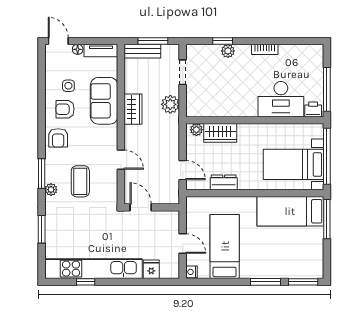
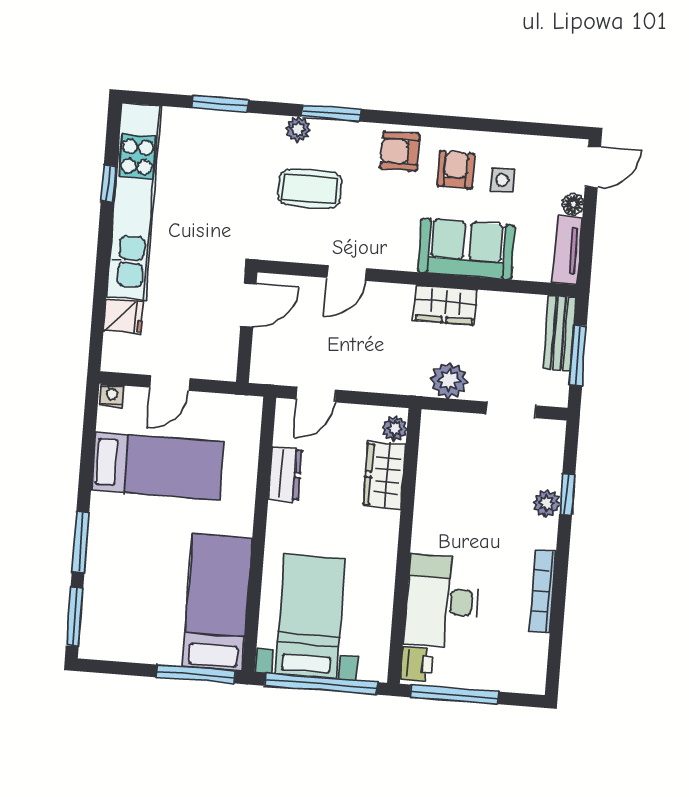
bookcase: (265, 49) -> (543, 591), width x1.56

